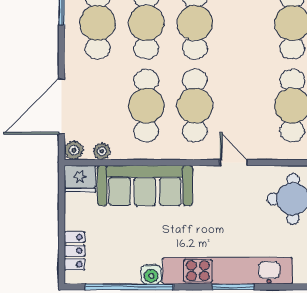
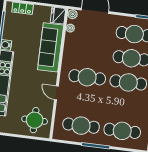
cafe table: (146, 106) -> (90, 53), removed
door: (234, 163) -> (56, 93), swing flipped

